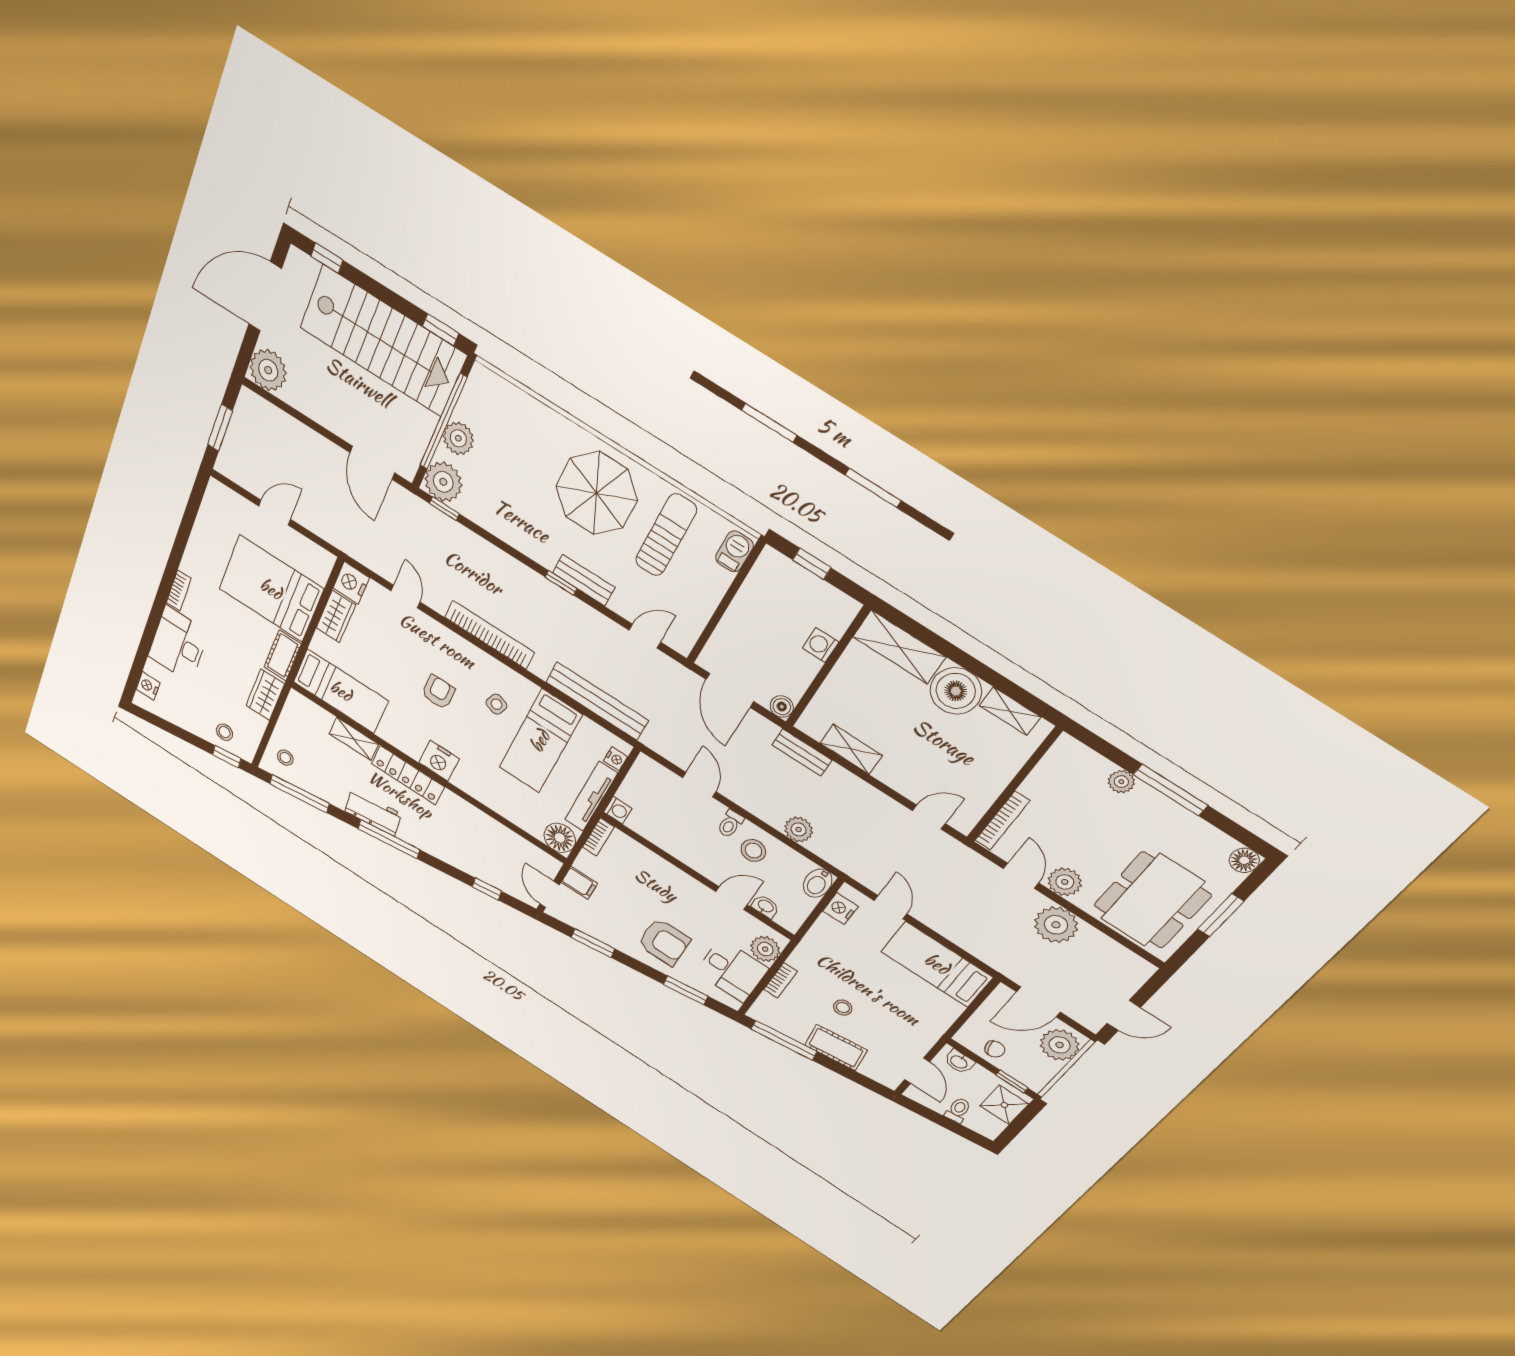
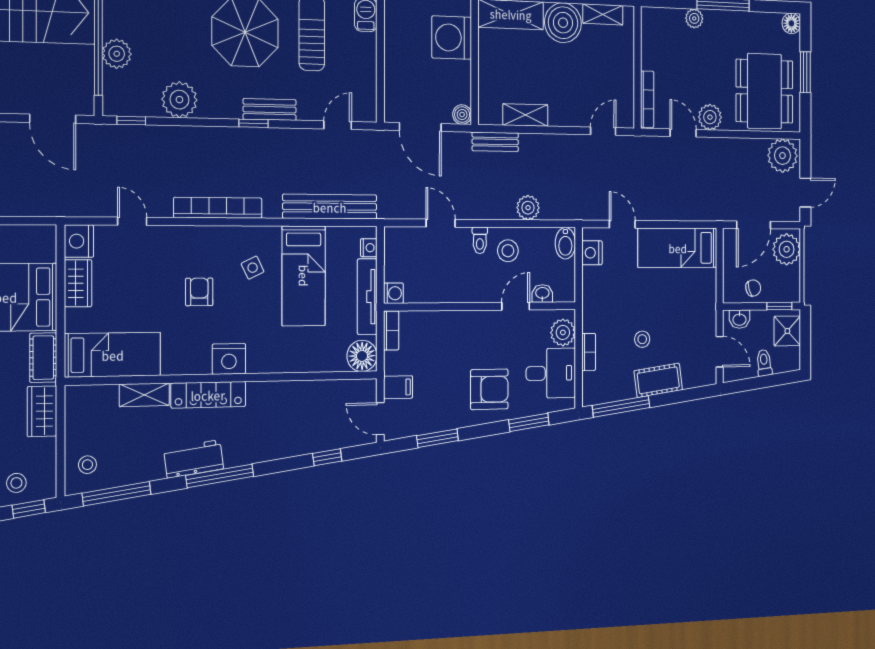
plant: (443, 482) -> (179, 100), moved
washing machine: (820, 645) -> (452, 38), width x1.89, depth x1.89
side table: (496, 704) -> (253, 268), turned 45
plant: (1056, 925) -> (783, 156), moved

